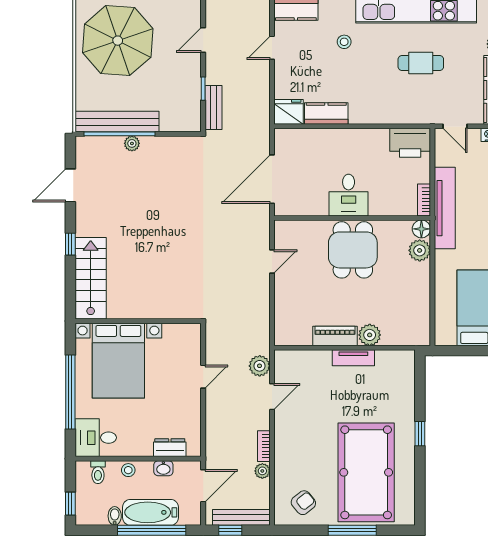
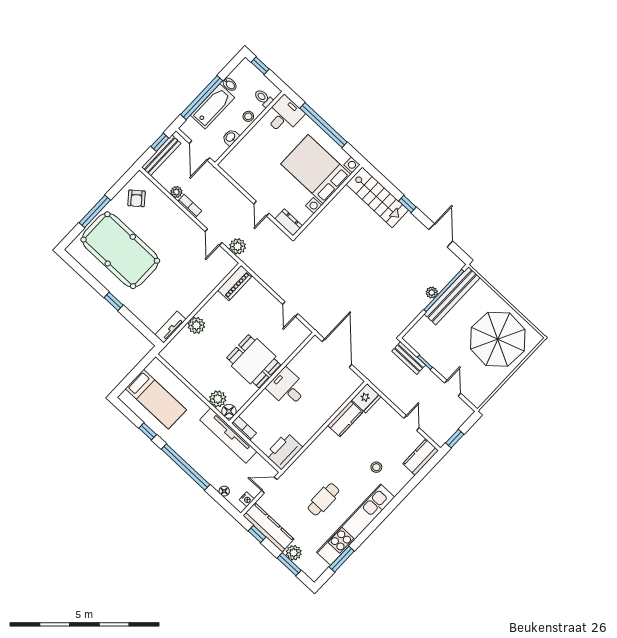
piano: (335, 336) -> (235, 283), moved
tv unit: (353, 358) -> (170, 327), moved
dresser: (170, 448) -> (289, 222), moved, turned -90

